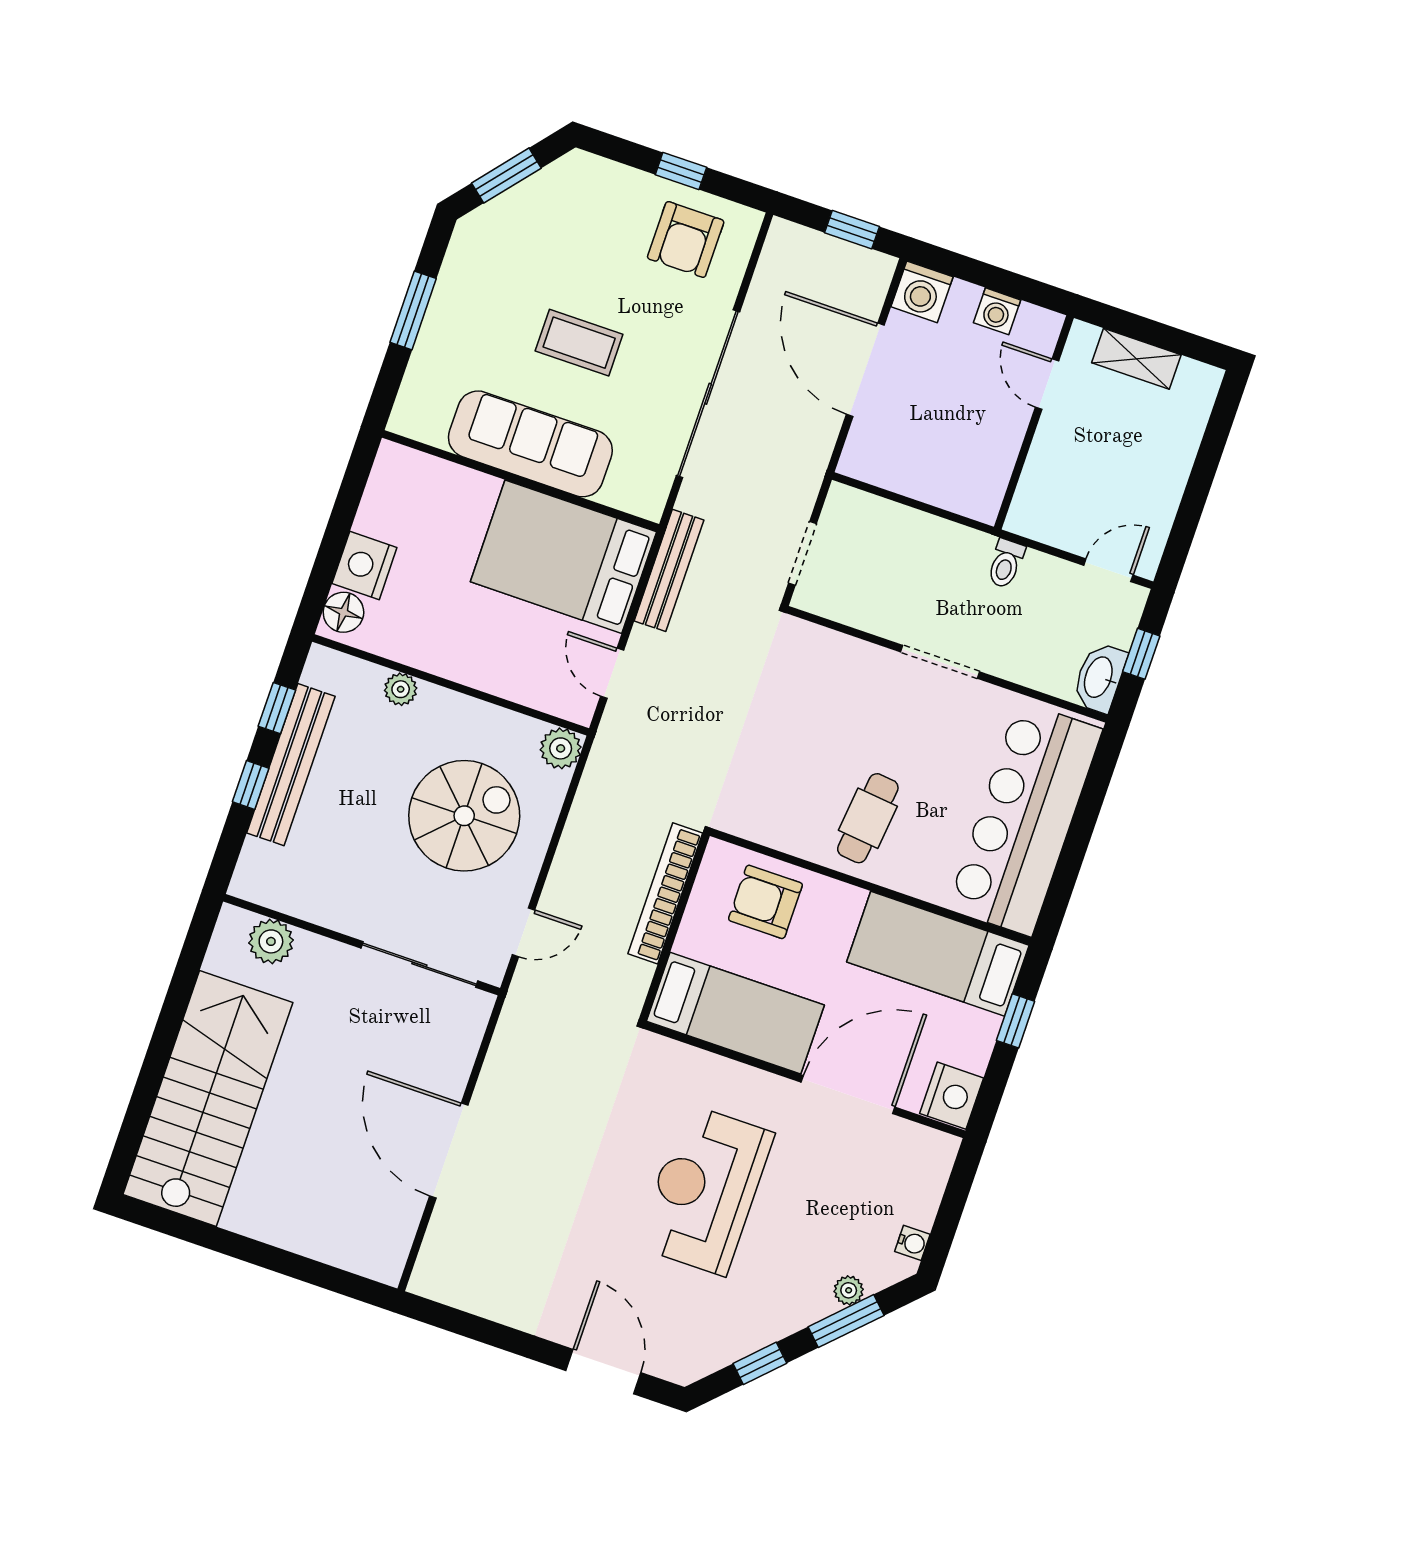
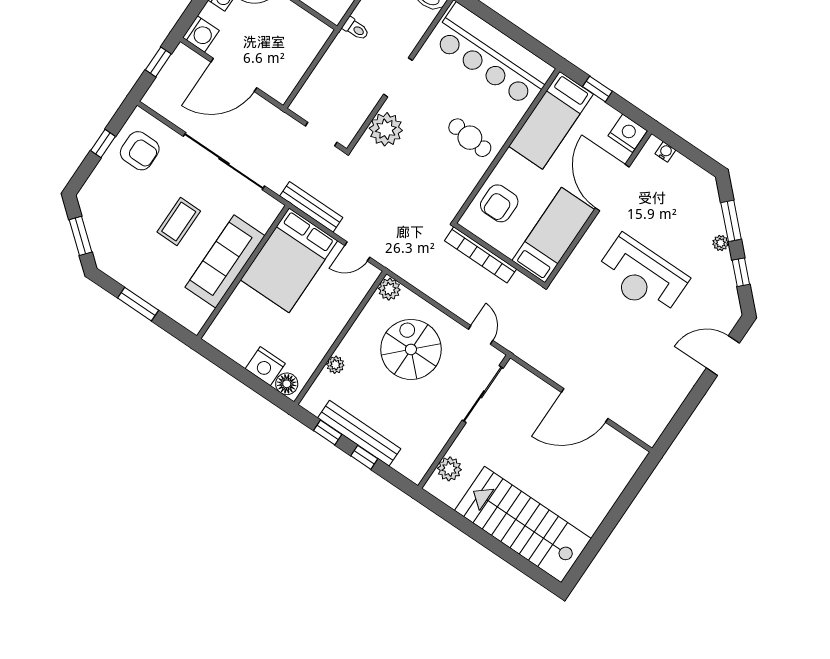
plant: (842, 665) -> (386, 129), added
water cooler: (912, 1243) -> (665, 152), moved
plant: (849, 1290) -> (721, 243), moved

